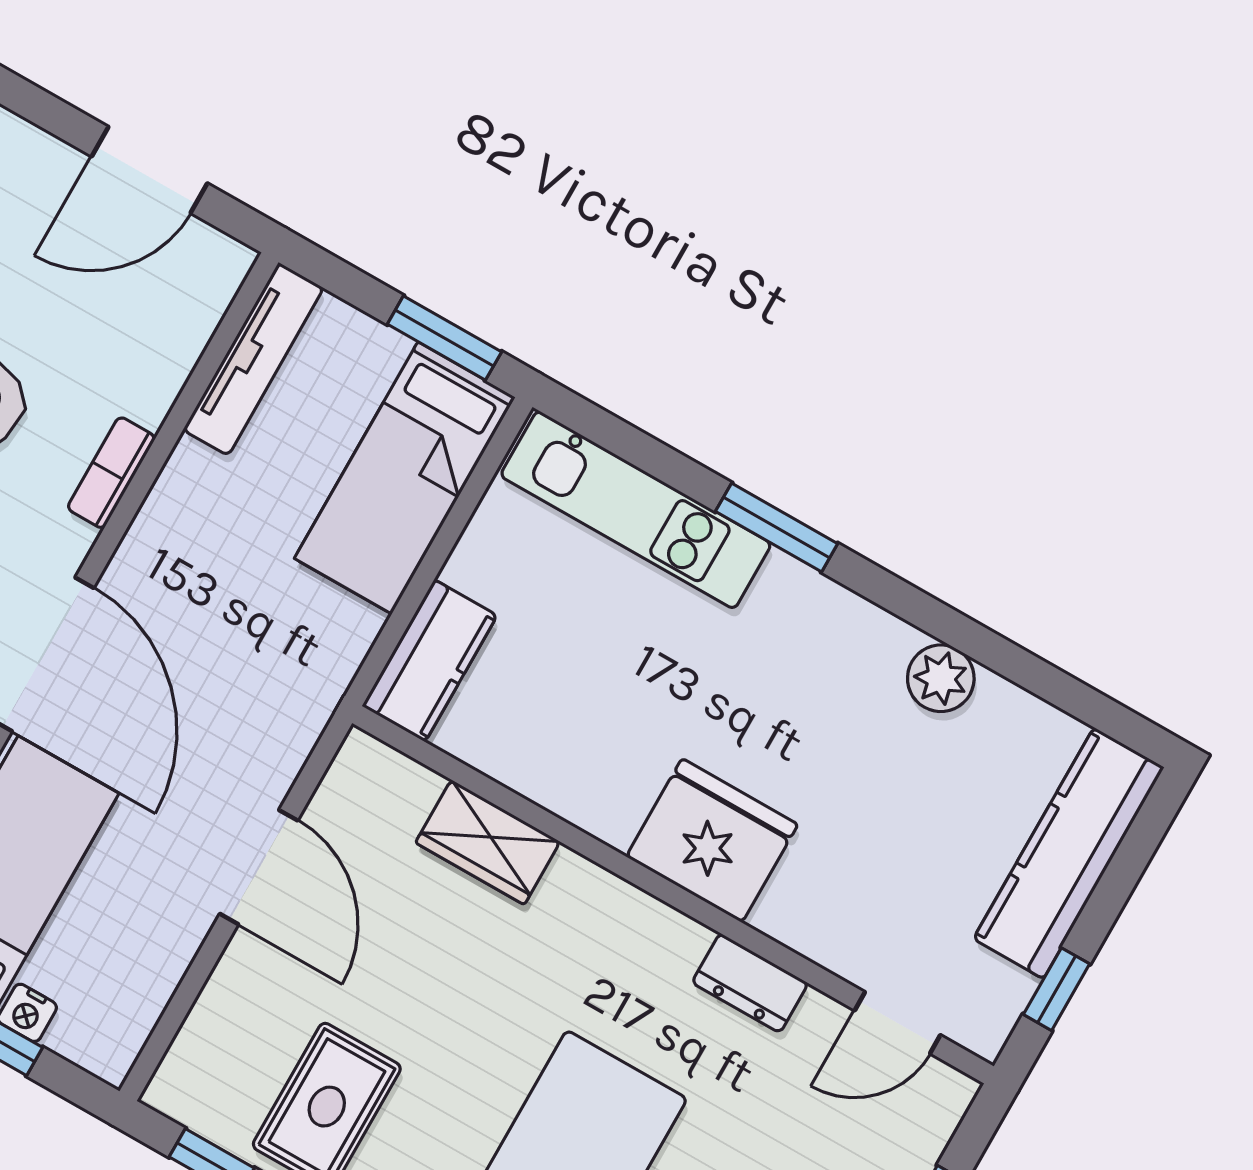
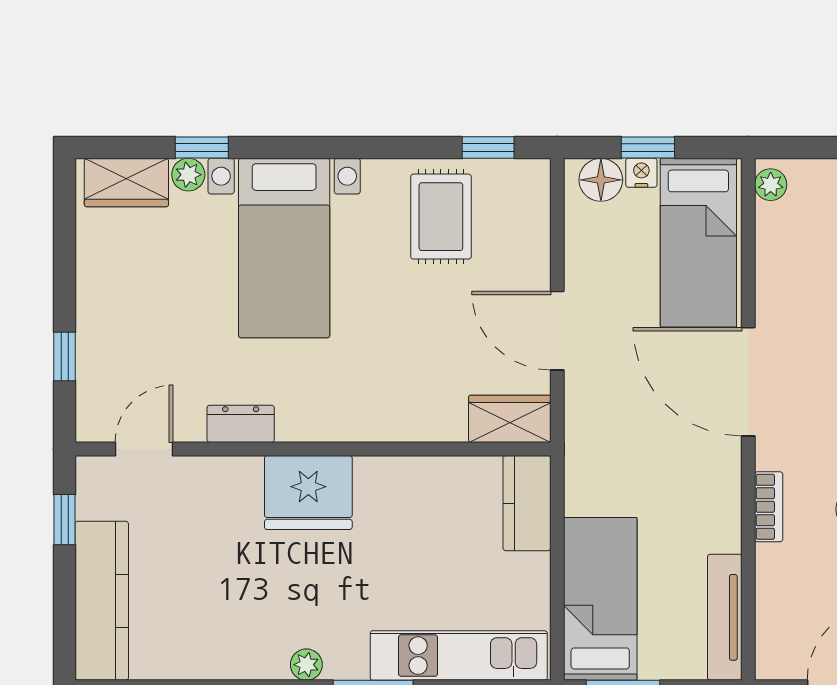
plant: (941, 678) -> (306, 665), moved, width x0.73, depth x0.73
wardrobe: (488, 842) -> (510, 419), moved
floor lamp: (86, 1034) -> (601, 180), added

